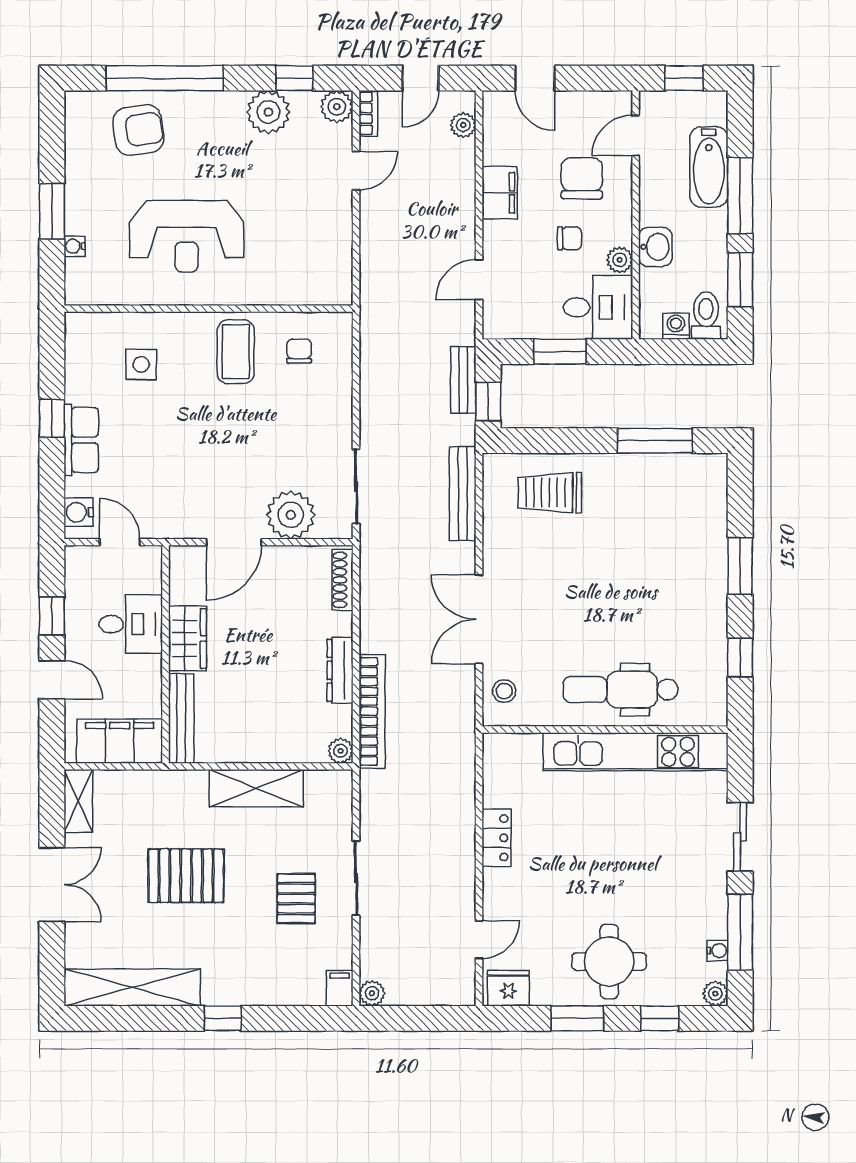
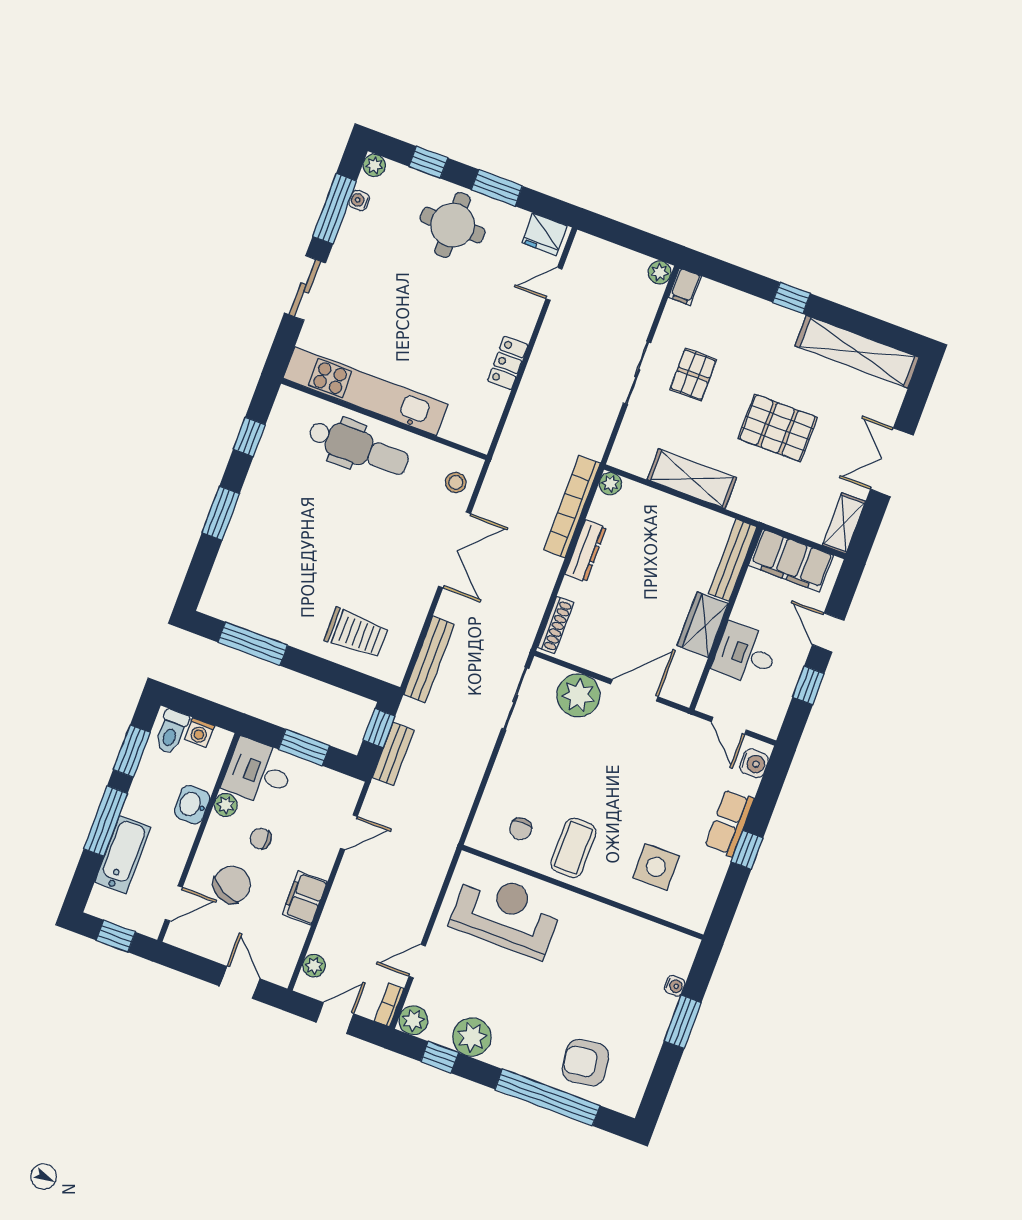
chair: (582, 178) -> (232, 885), turned -152
reception desk: (187, 236) -> (506, 914), moved
side table: (141, 364) -> (656, 867), width x1.37, depth x1.37

